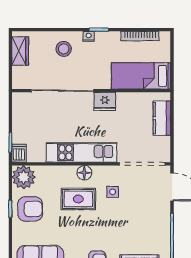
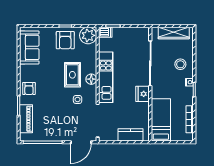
wardrobe: (20, 51) -> (174, 33), width x1.50

